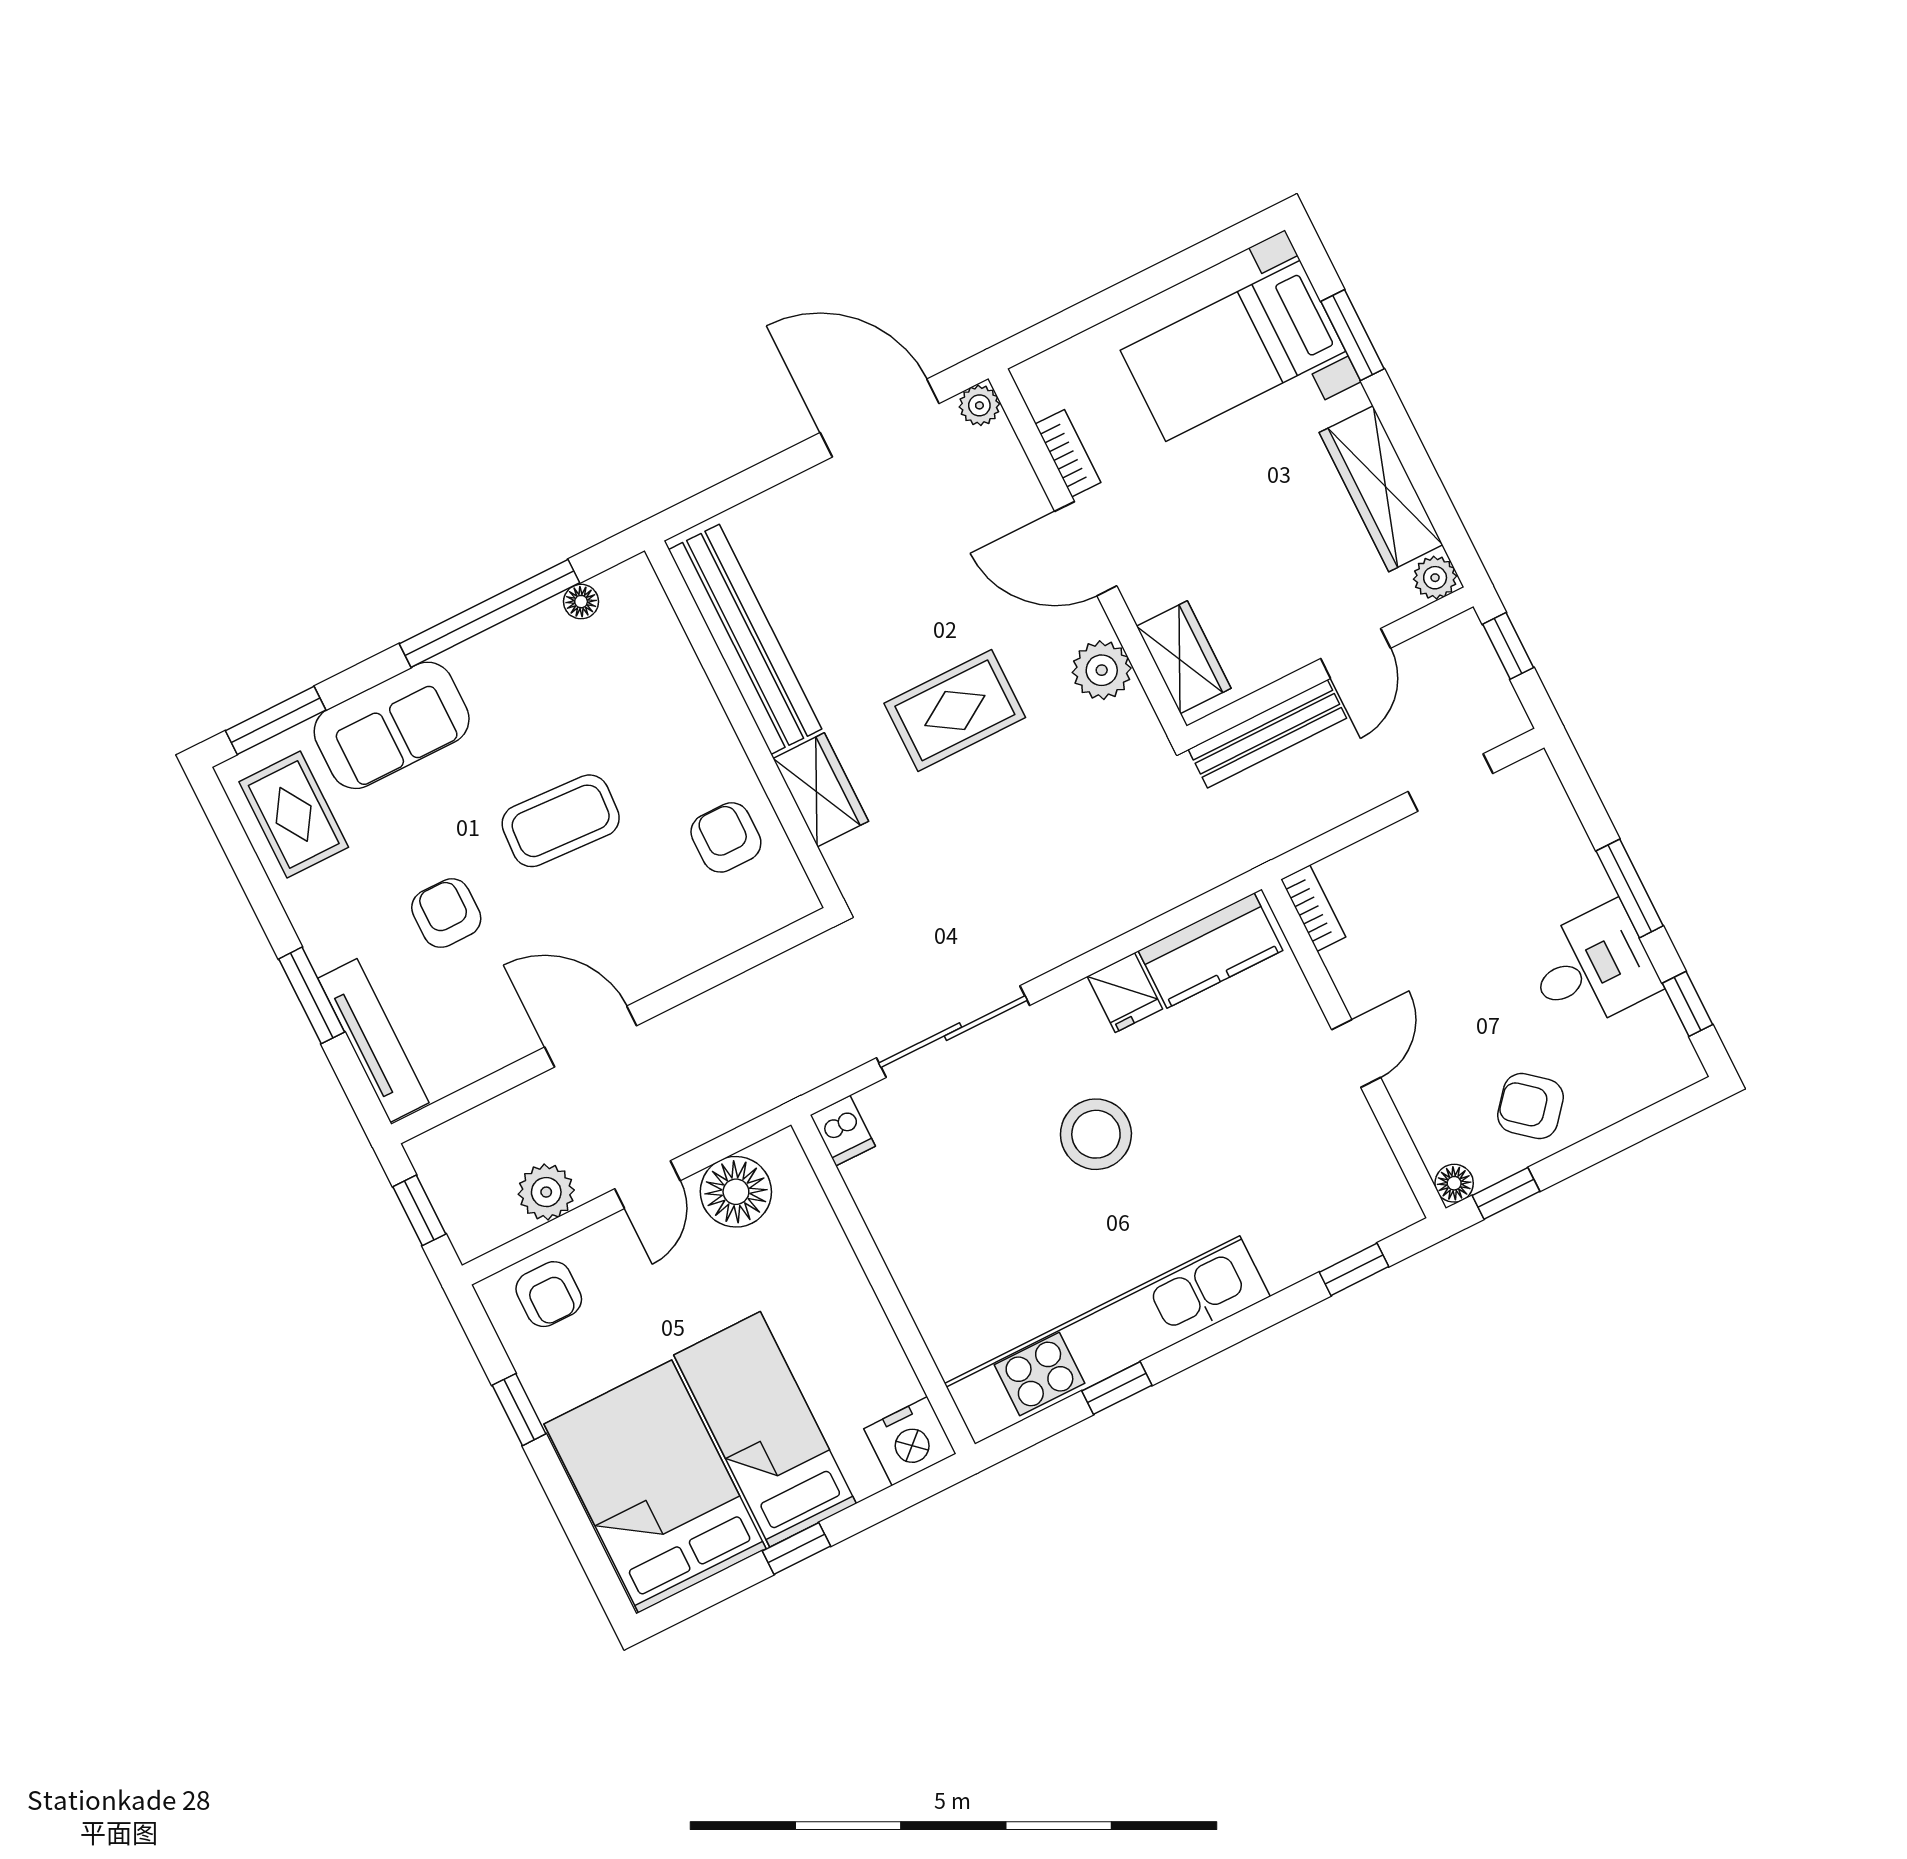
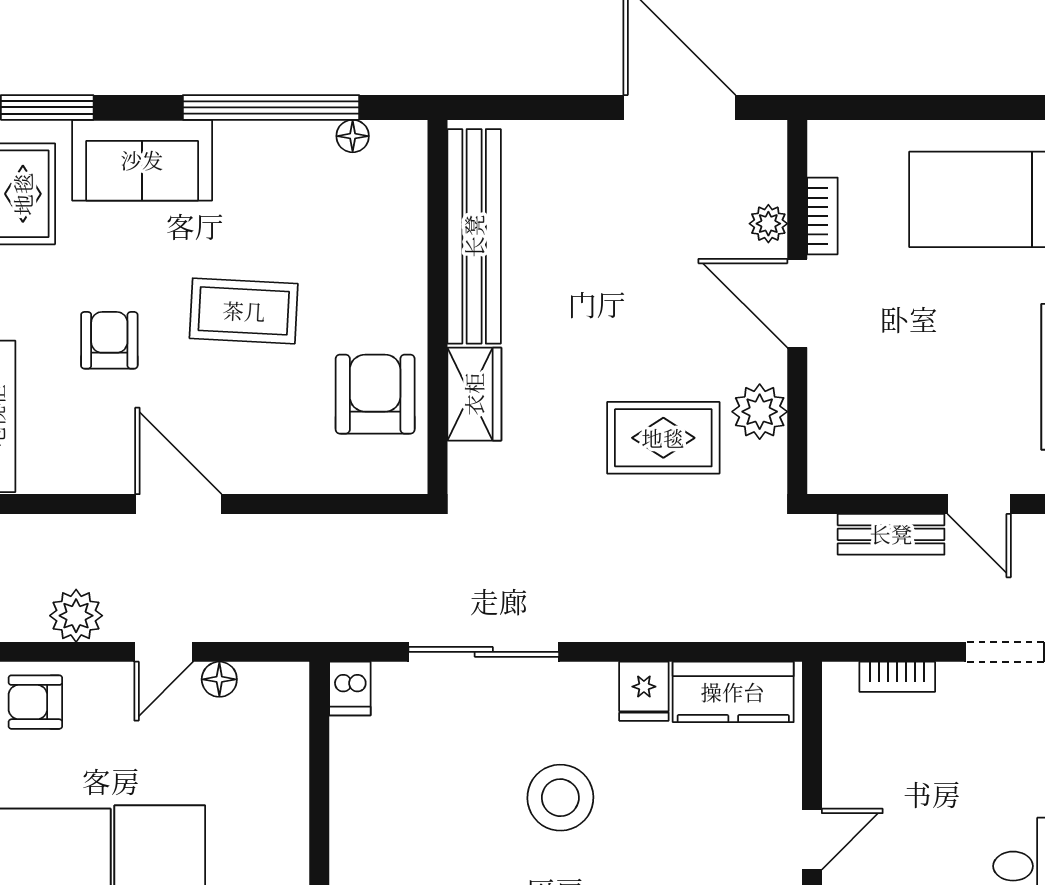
plant: (979, 405) -> (768, 224), moved
door: (1356, 653) -> (979, 504), hinge flipped
wardrobe: (1184, 657) -> (834, 435), removed
rug: (955, 710) -> (663, 438), moved
bench: (1267, 734) -> (891, 534), width x0.73
armchair: (726, 837) -> (375, 394), width x1.38, depth x1.38
bookcase: (1313, 908) -> (897, 677), moved, turned 90
floor lamp: (736, 1192) -> (219, 679), width x0.53, depth x0.53
armchair: (549, 1294) -> (35, 702), turned 90

